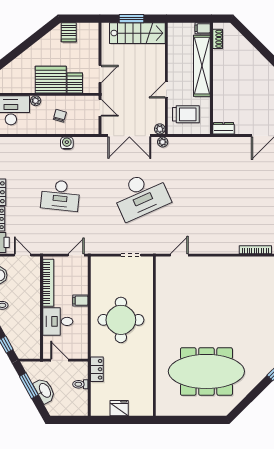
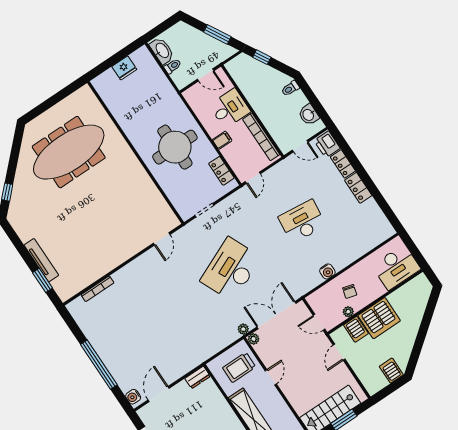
plant: (36, 101) -> (348, 312), moved
locker: (97, 369) -> (221, 171), moved
washbasin: (45, 391) -> (162, 51), moved, turned -151

